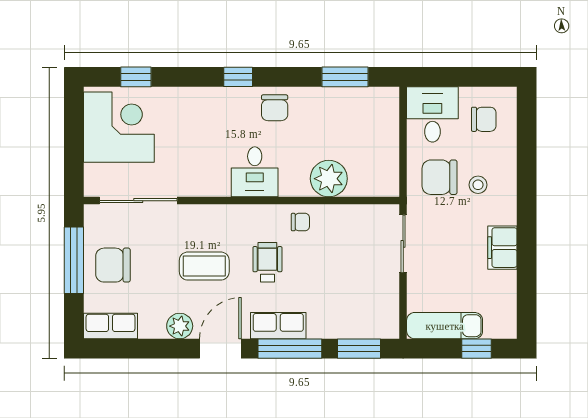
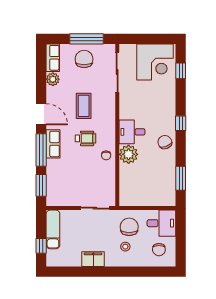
chair: (275, 108) -> (165, 142), turned 68
plant: (329, 179) -> (129, 154), moved
plant: (180, 326) -> (53, 79), moved

